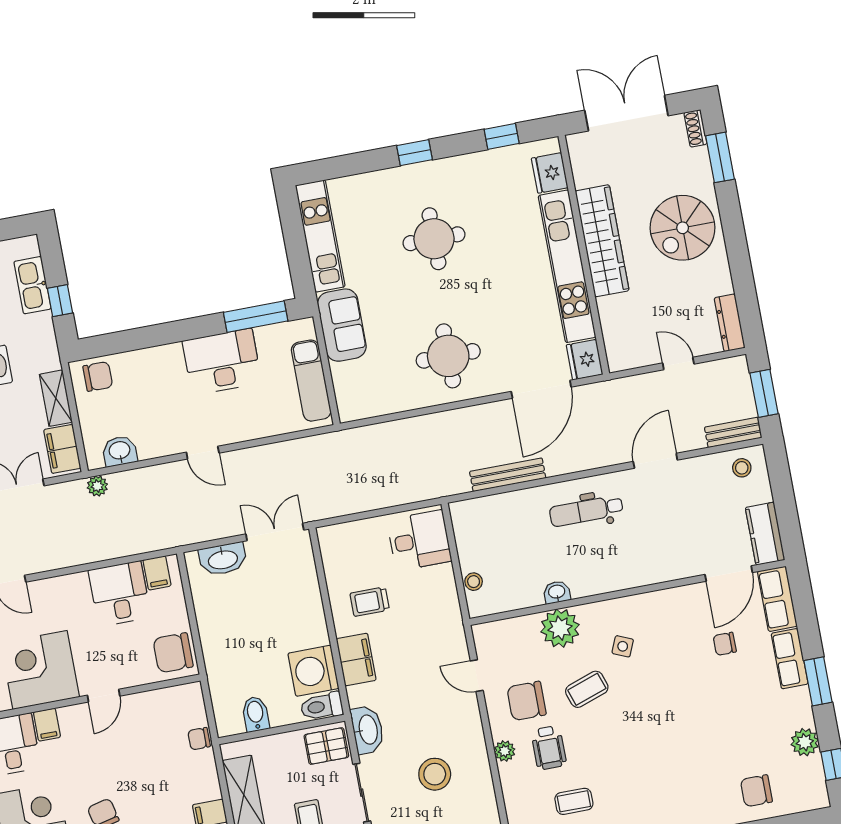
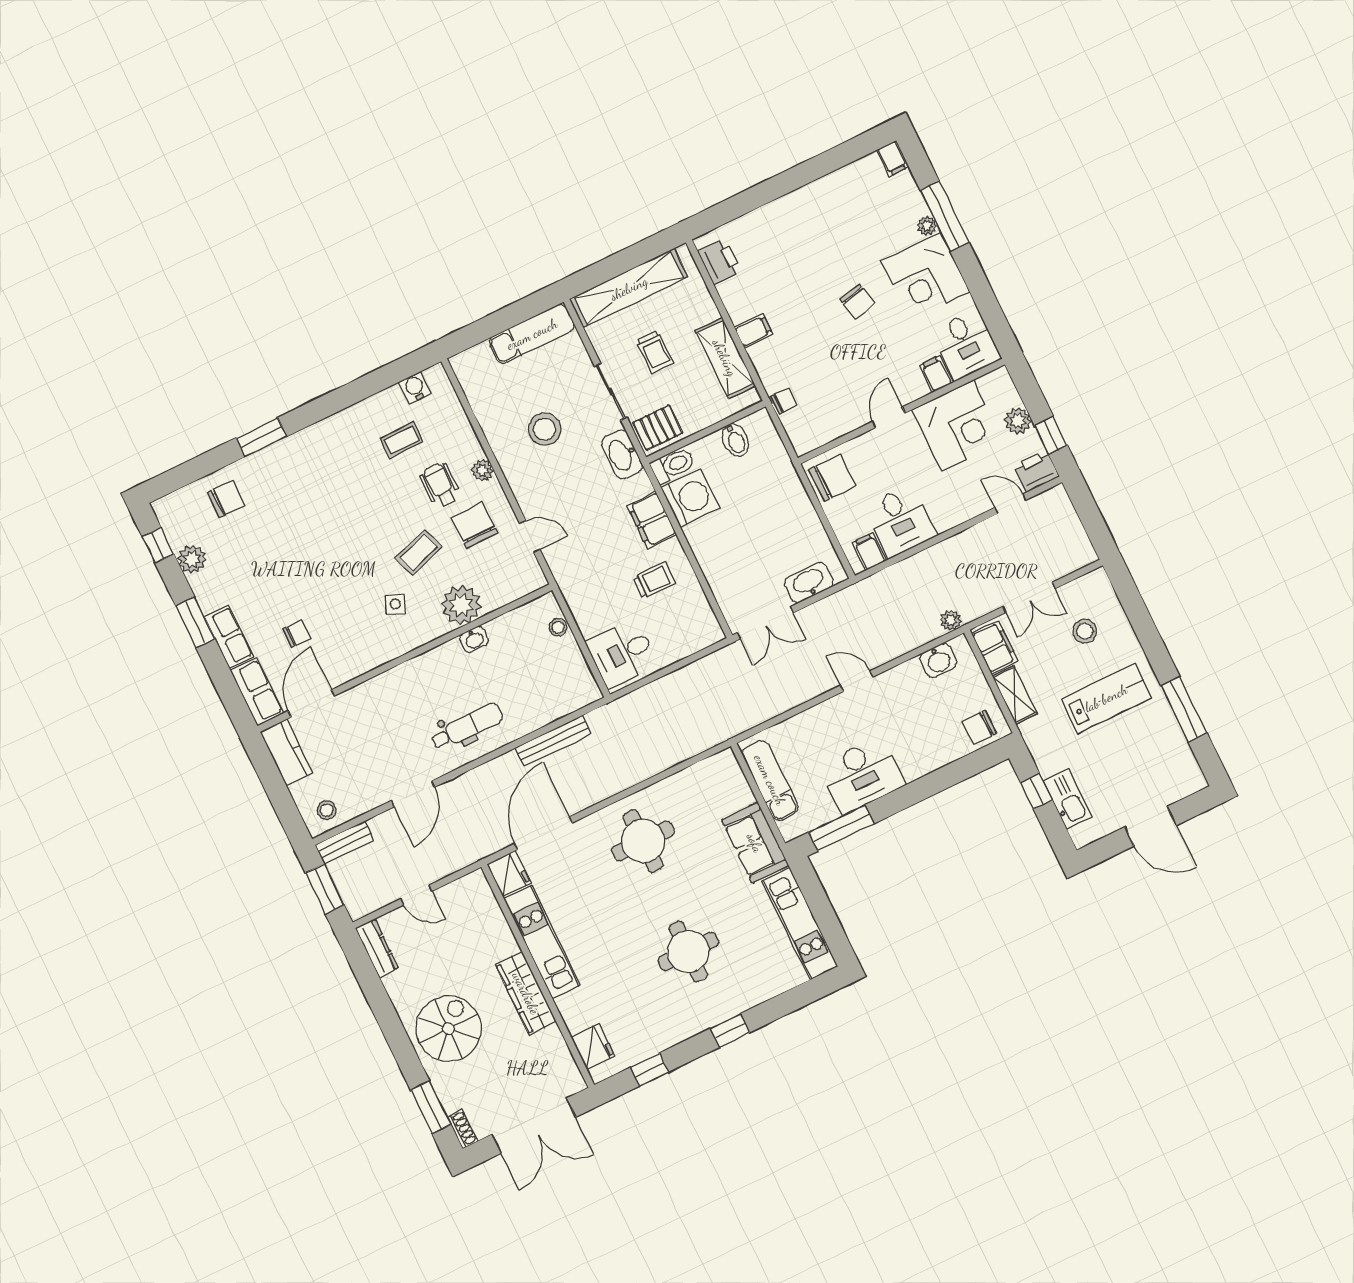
wardrobe: (602, 241) -> (526, 993), width x0.71, depth x0.85
kitchen unit: (567, 266) -> (542, 942), width x0.73
chair: (527, 701) -> (474, 525), turned -90

